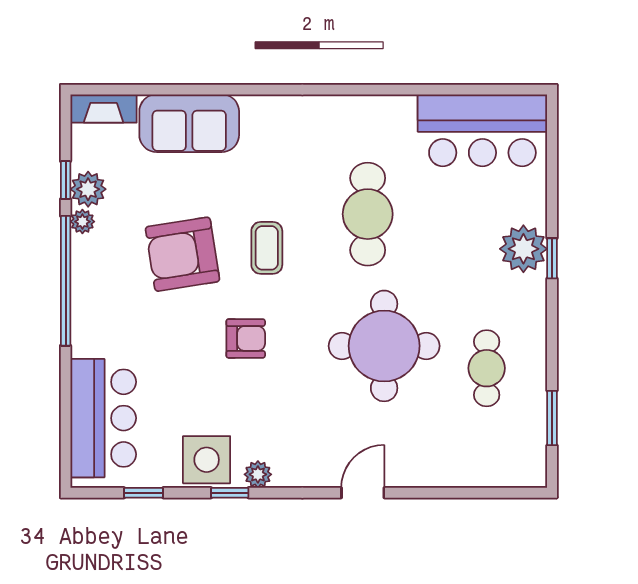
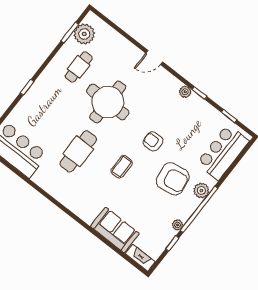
plant: (88, 189) -> (201, 190), moved
plant: (523, 249) -> (84, 34), moved
armchair: (182, 254) -> (173, 179), moved
side table: (207, 460) -> (199, 110), removed

